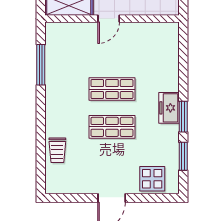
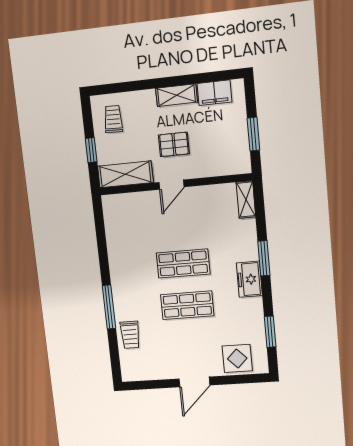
shelving: (172, 38) -> (246, 200), added
window: (41, 65) -> (109, 307), moved
window: (183, 117) -> (264, 258), moved

